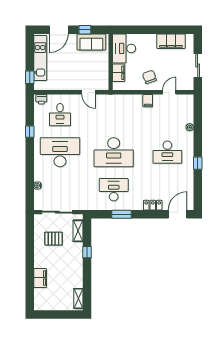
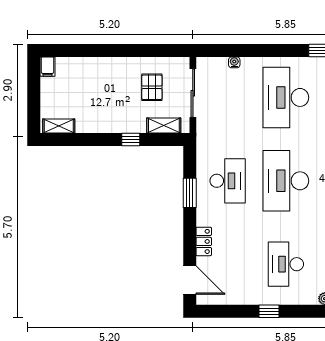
desk: (60, 152) -> (286, 97), turned 180
filing cabinet: (40, 278) -> (48, 67), moved, width x0.50

